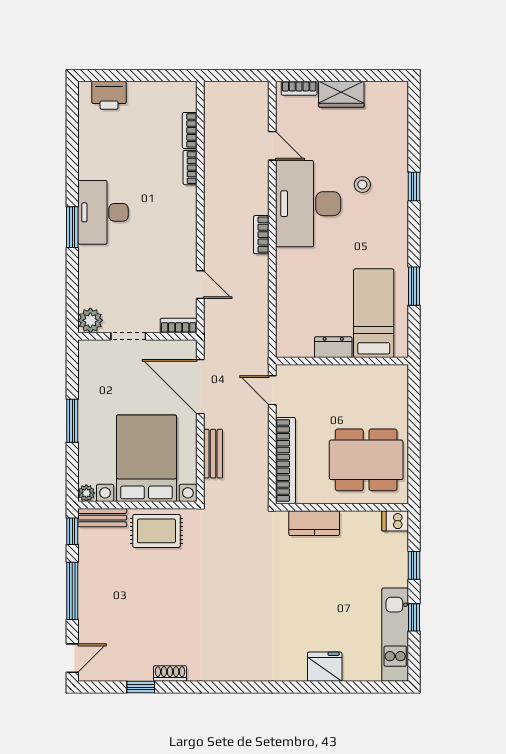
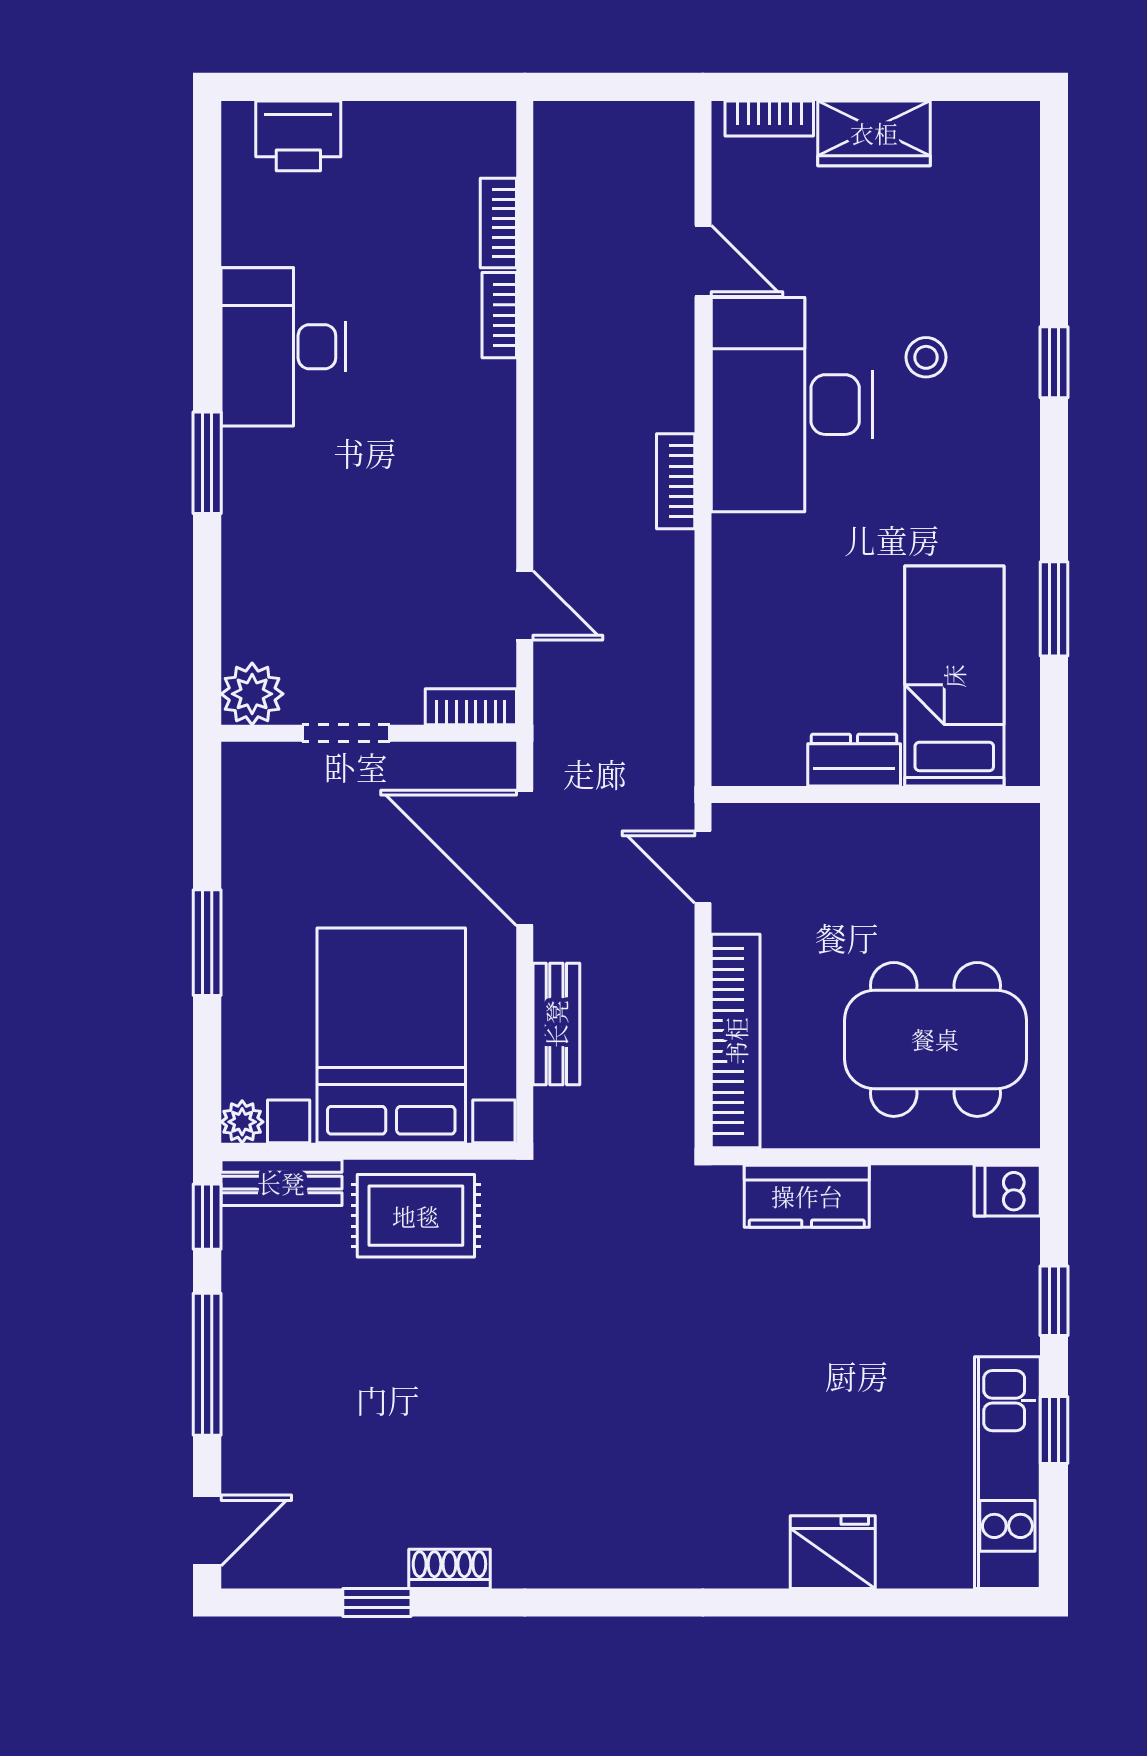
desk: (103, 212) -> (283, 347), moved

